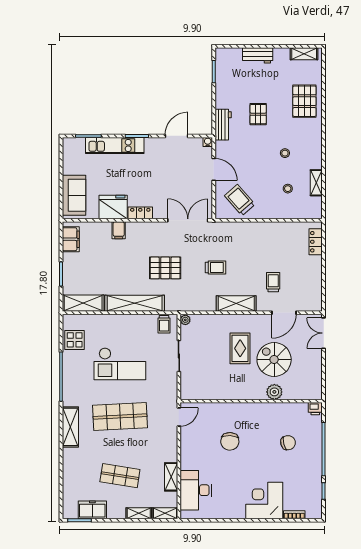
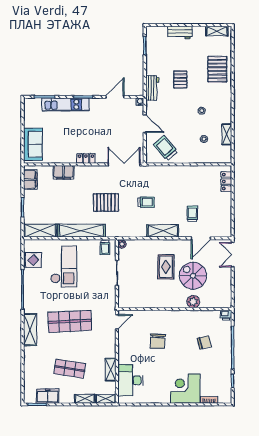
fridge: (113, 207) -> (64, 154), removed
filing cabinet: (119, 230) -> (64, 172), width x2.00
checkout: (120, 364) -> (64, 266), moved, turned -90

